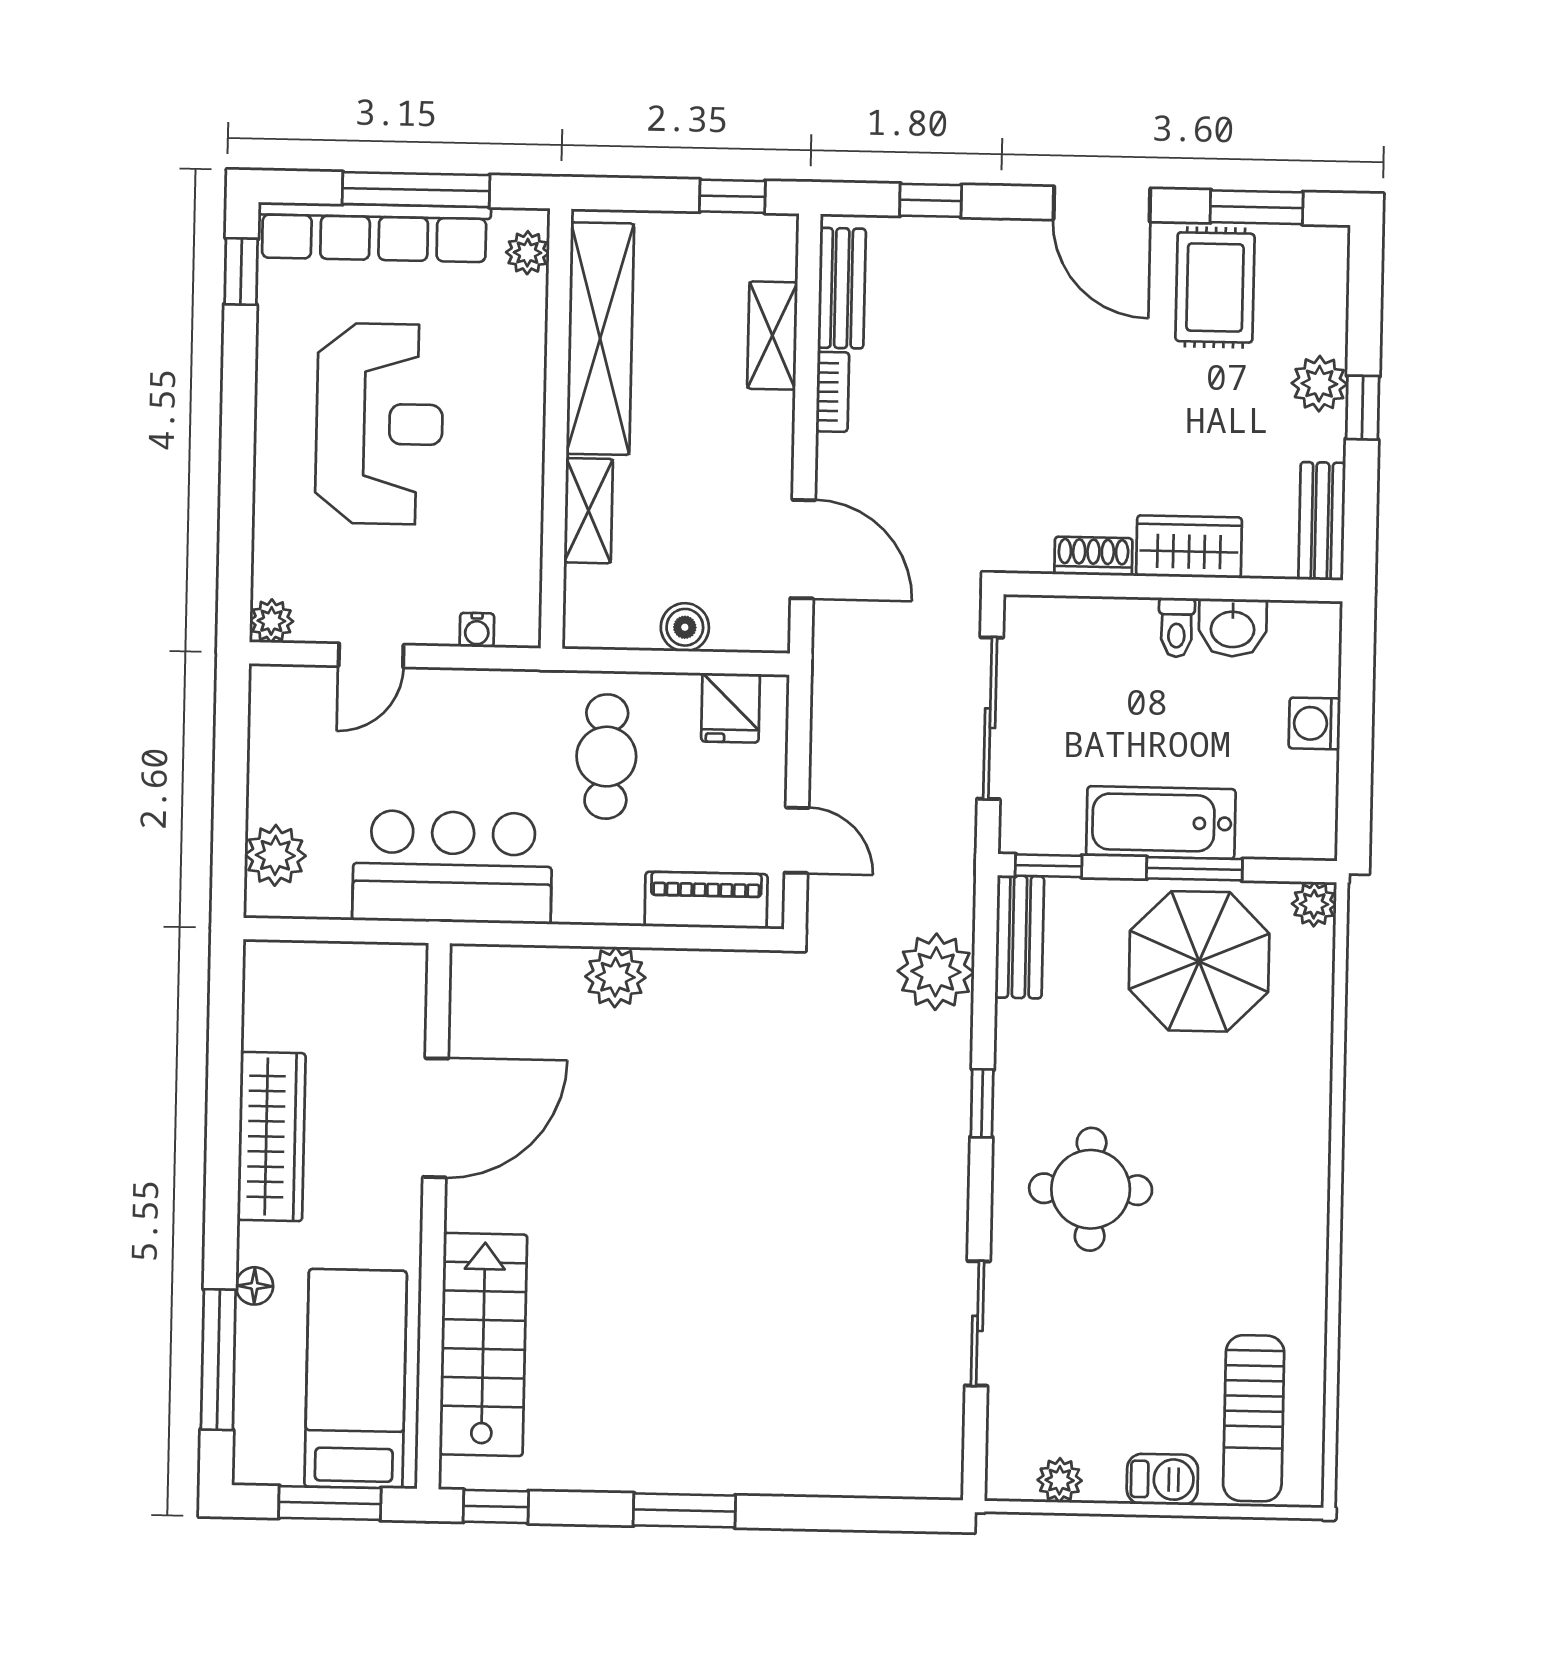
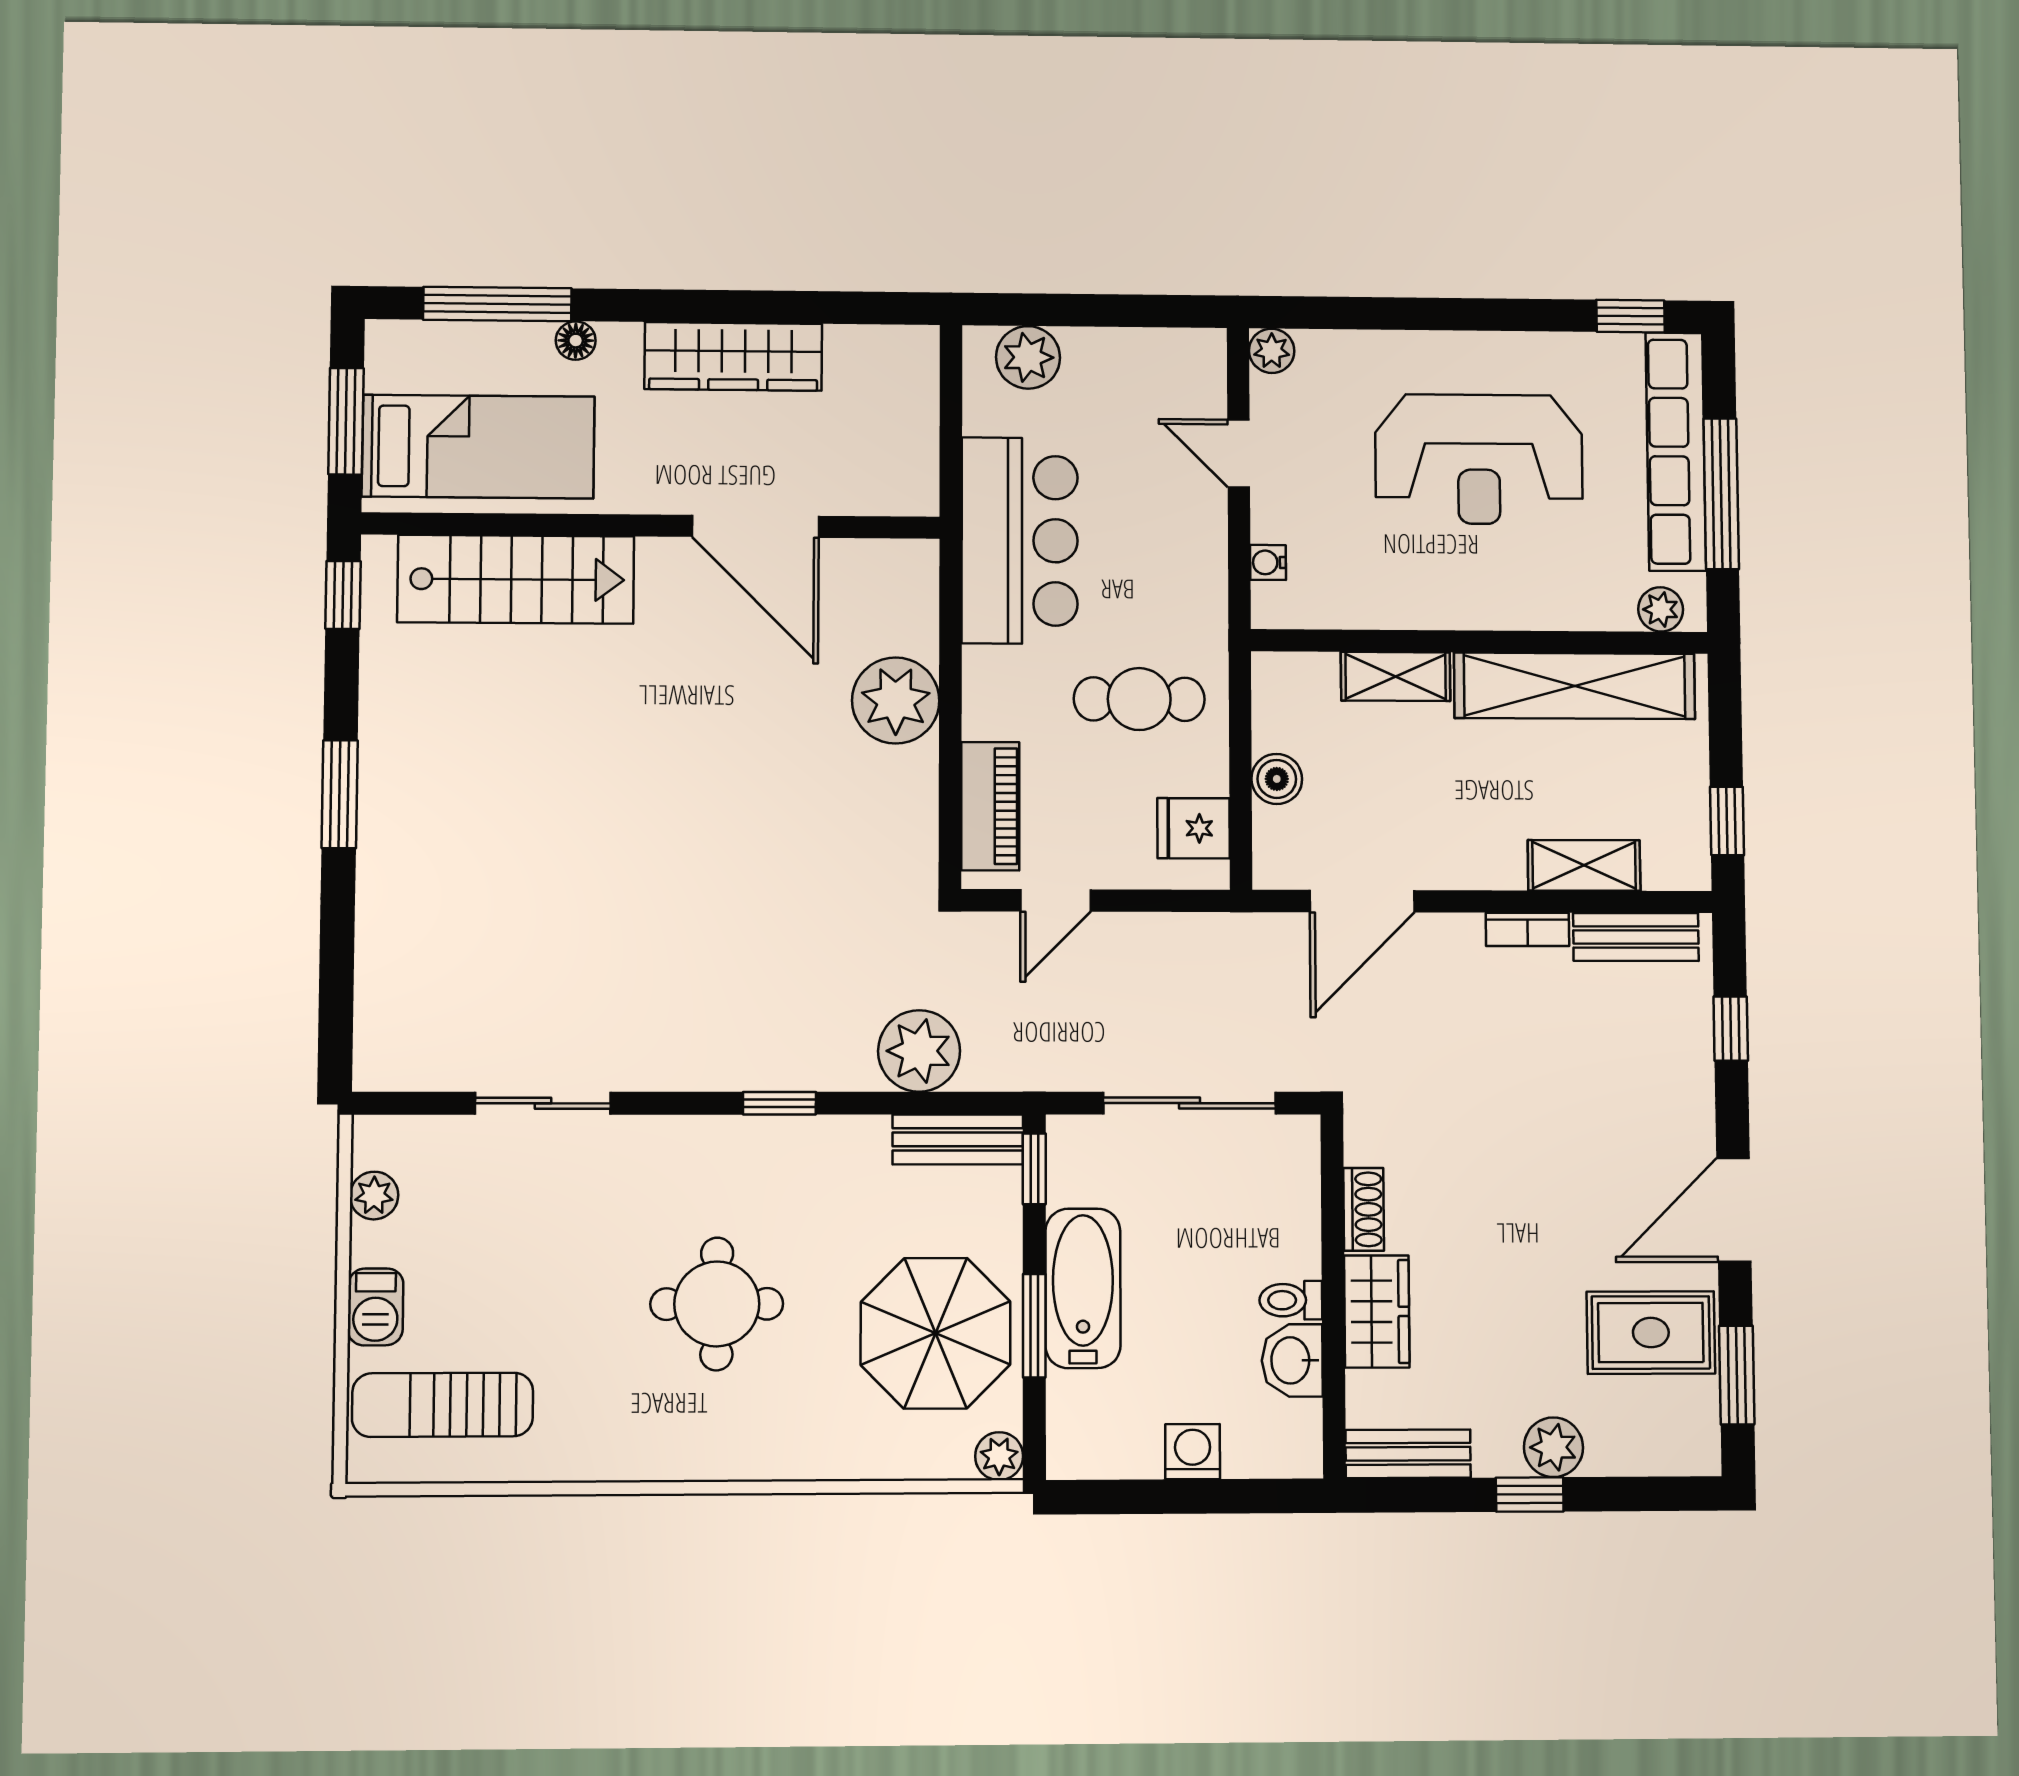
plant: (615, 977) -> (896, 701), width x1.36, depth x1.36
round table: (1091, 1189) -> (717, 1304), moved

